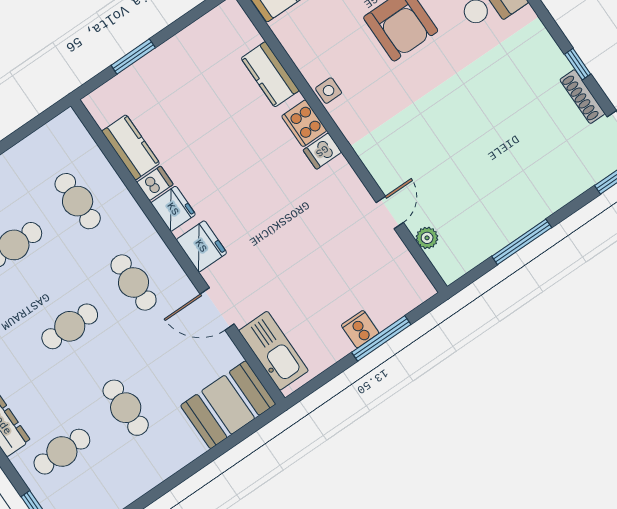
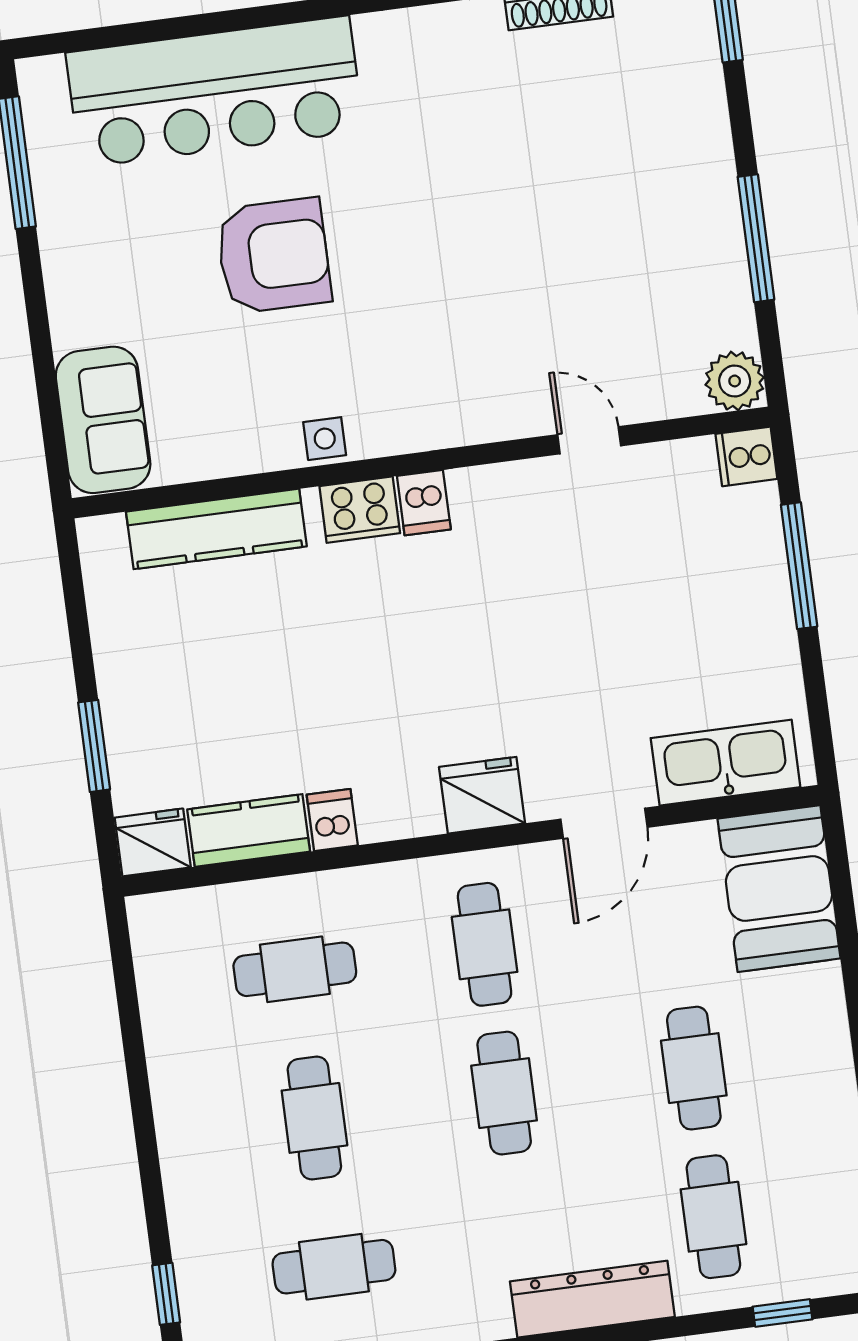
kitchen counter: (270, 74) -> (216, 529), width x1.50
fridge: (173, 209) -> (153, 842), moved
plant: (427, 238) -> (735, 381), moved, width x1.38, depth x1.38
cafe table: (134, 282) -> (485, 944), turned 90
cooker: (360, 329) -> (746, 456), moved
cafe table: (126, 408) -> (694, 1068), turned 90

